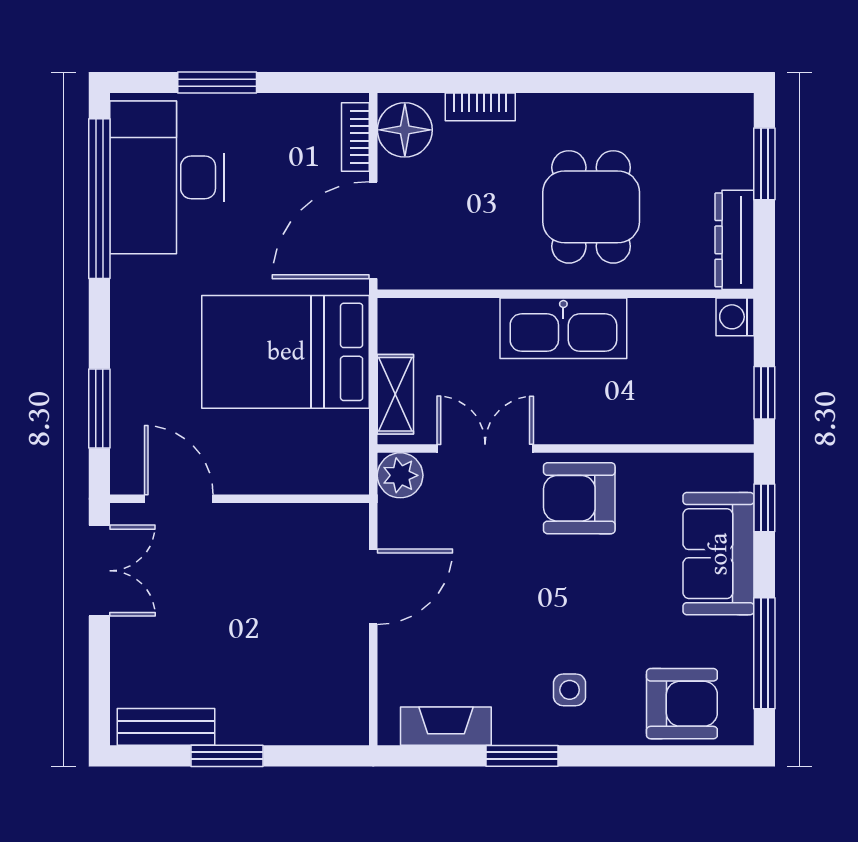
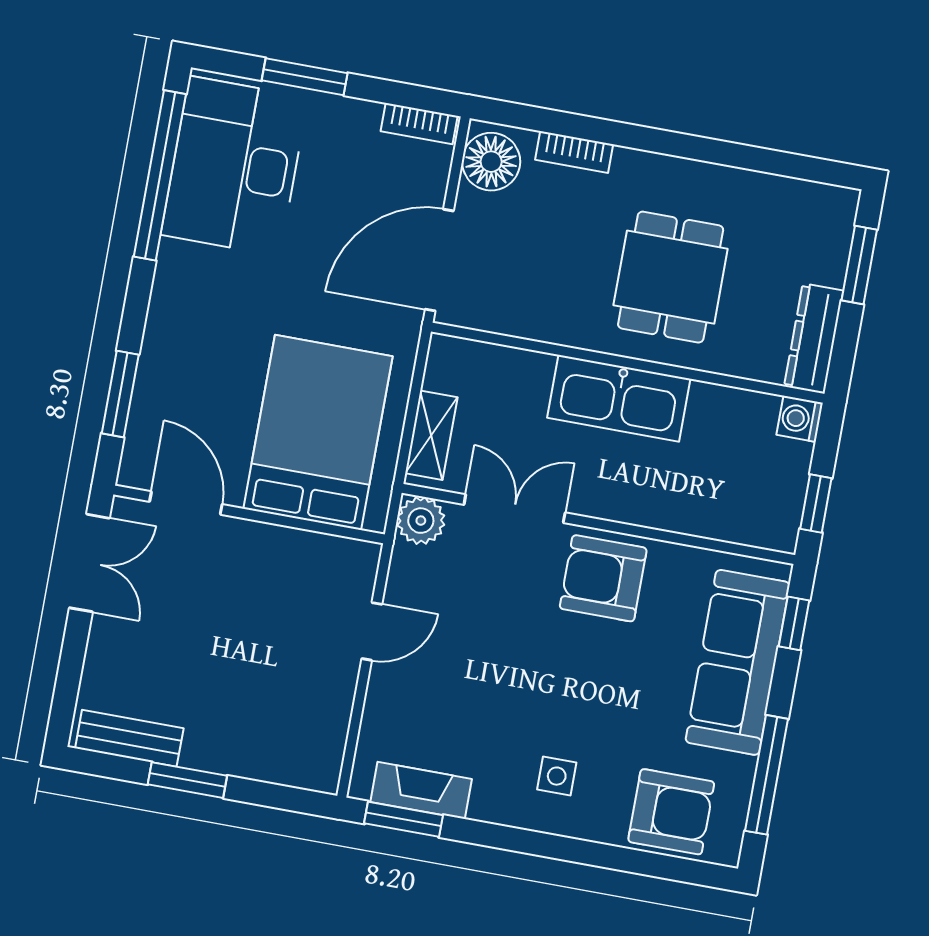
bookcase: (355, 137) -> (419, 124), moved, turned -90
bed: (286, 352) -> (318, 433), moved, turned 90
sofa: (719, 554) -> (738, 662), width x1.36
door: (373, 587) -> (372, 631), width x0.73
window: (522, 756) -> (404, 819), moved

